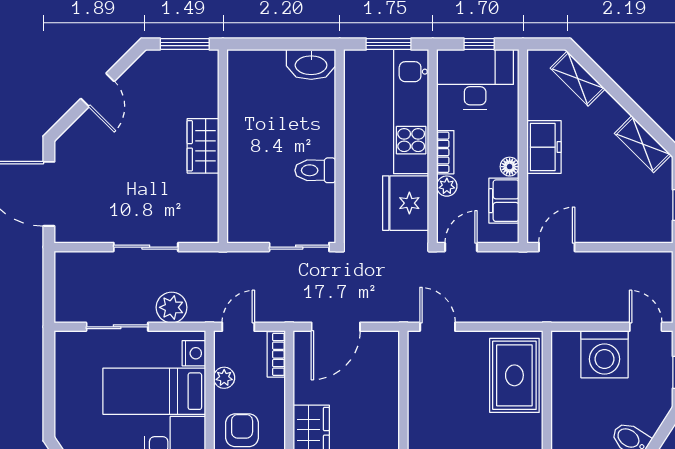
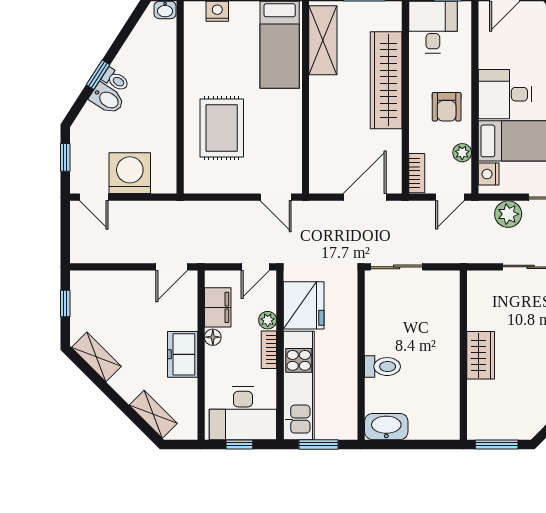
toilet: (315, 170) -> (383, 367), moved
rug: (514, 375) -> (222, 128), moved

